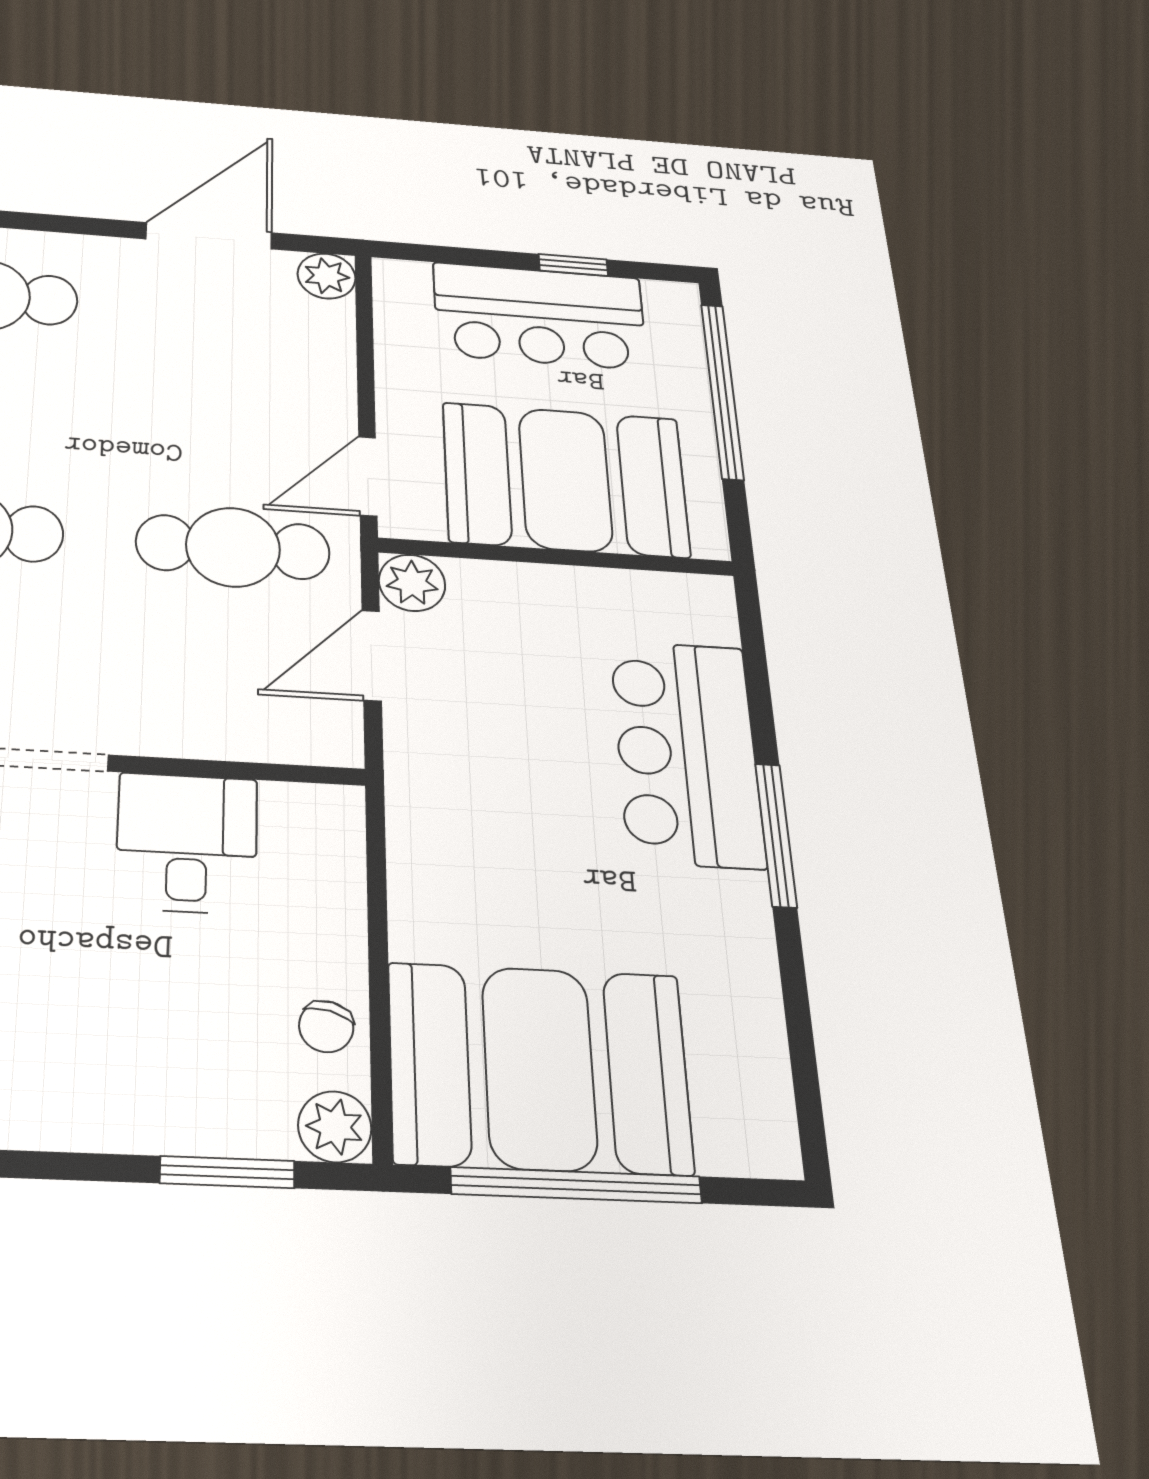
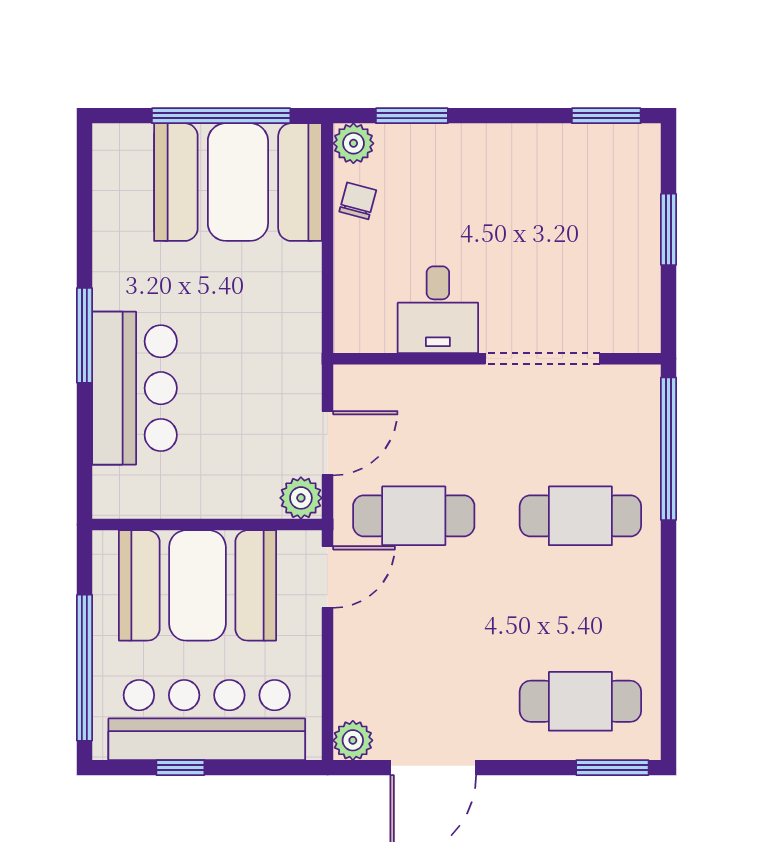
bar counter: (540, 316) -> (207, 720), width x1.36

